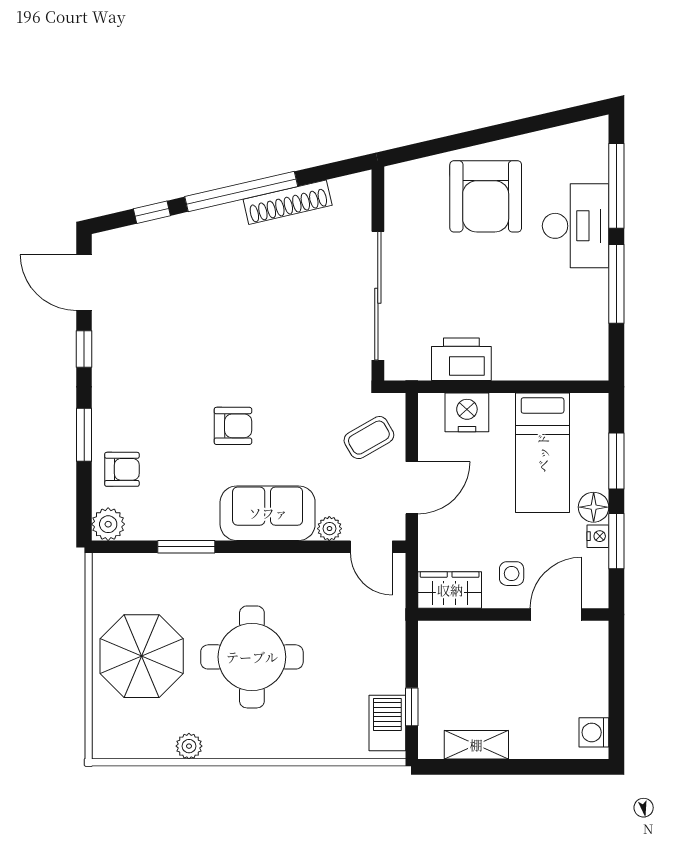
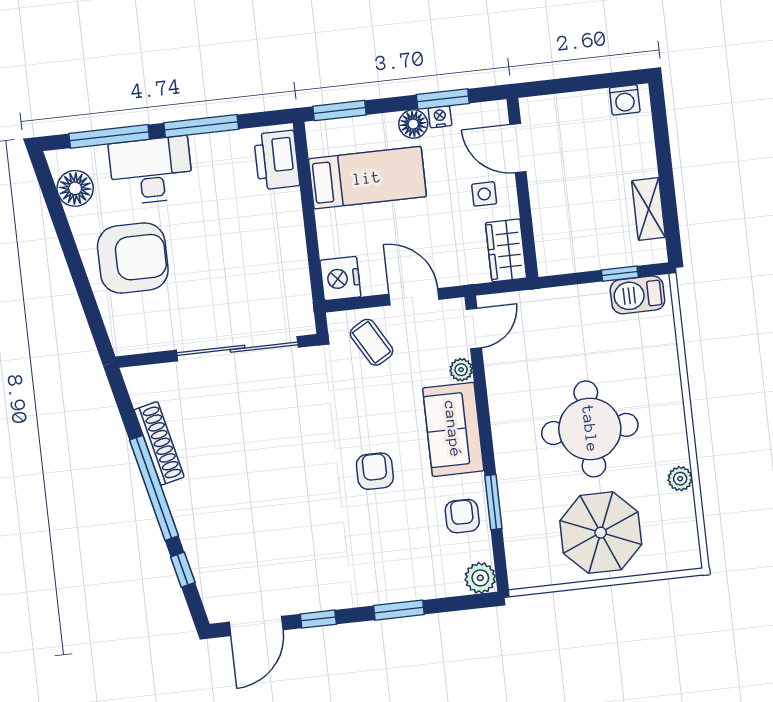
floor lamp: (566, 144) -> (75, 188), added
printer: (461, 359) -> (277, 160), moved
nightstand: (467, 412) -> (340, 279), moved
window: (616, 461) -> (339, 111), moved
armchair: (122, 469) -> (462, 516), moved

